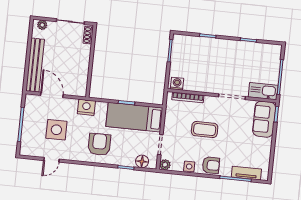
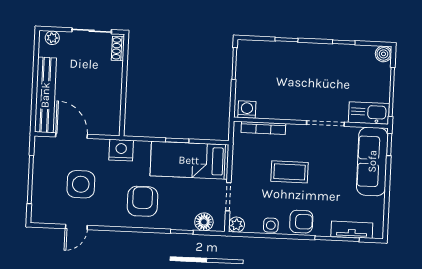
boiler: (276, 50) -> (383, 54), added
sofa: (264, 119) -> (372, 161), width x1.36

